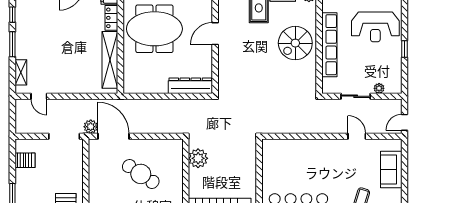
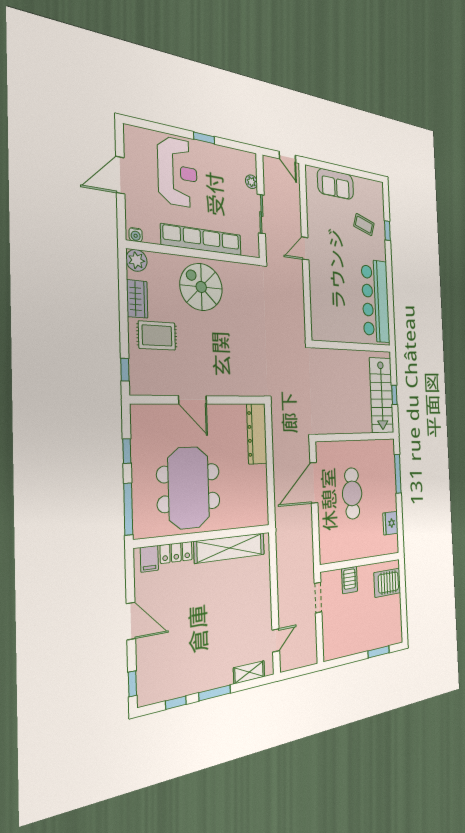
spiral stairs: (295, 43) -> (201, 287), turned 180
plant: (91, 127) -> (307, 564), removed
doorway: (64, 136) -> (318, 597), width x0.73
door: (113, 136) -> (314, 483), moved
door: (357, 136) -> (305, 248), moved
plant: (198, 158) -> (334, 422), removed
server rack: (25, 160) -> (350, 580), moved, turned 180
cafe table: (141, 174) -> (352, 493), turned -34

